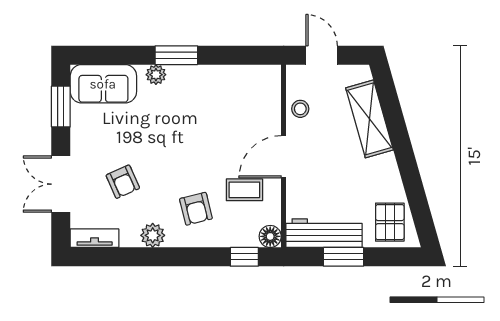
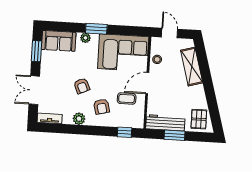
corner sofa: (232, 99) -> (123, 53), added
armchair: (123, 182) -> (82, 86), moved
floor lamp: (270, 236) -> (138, 123), removed

